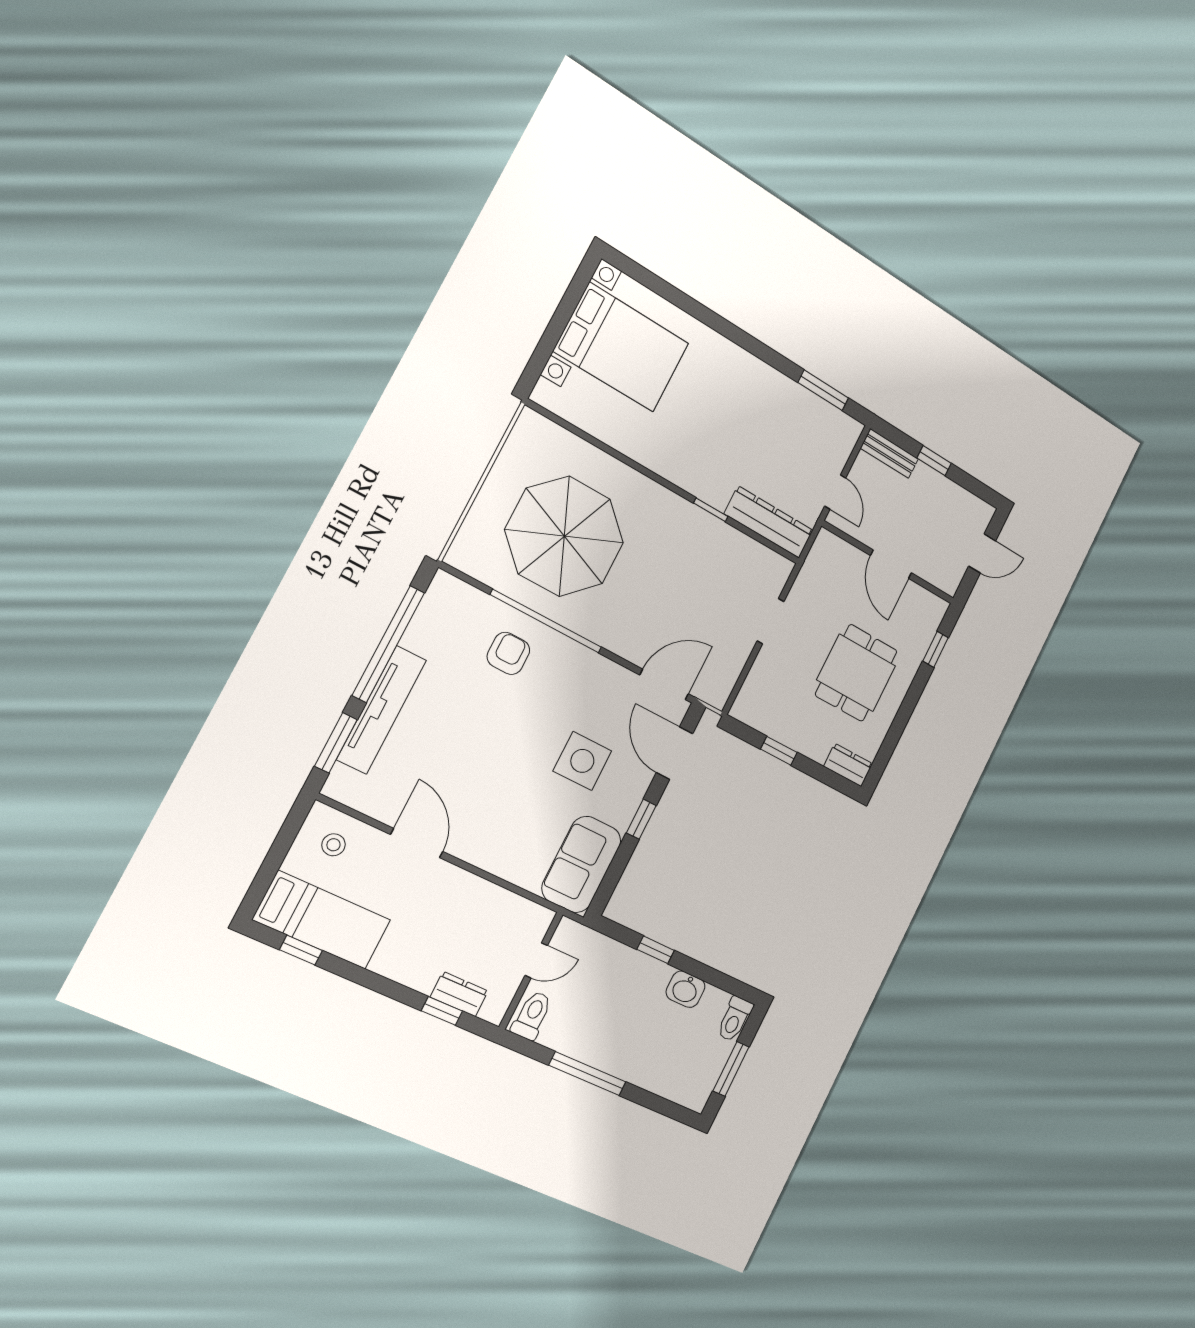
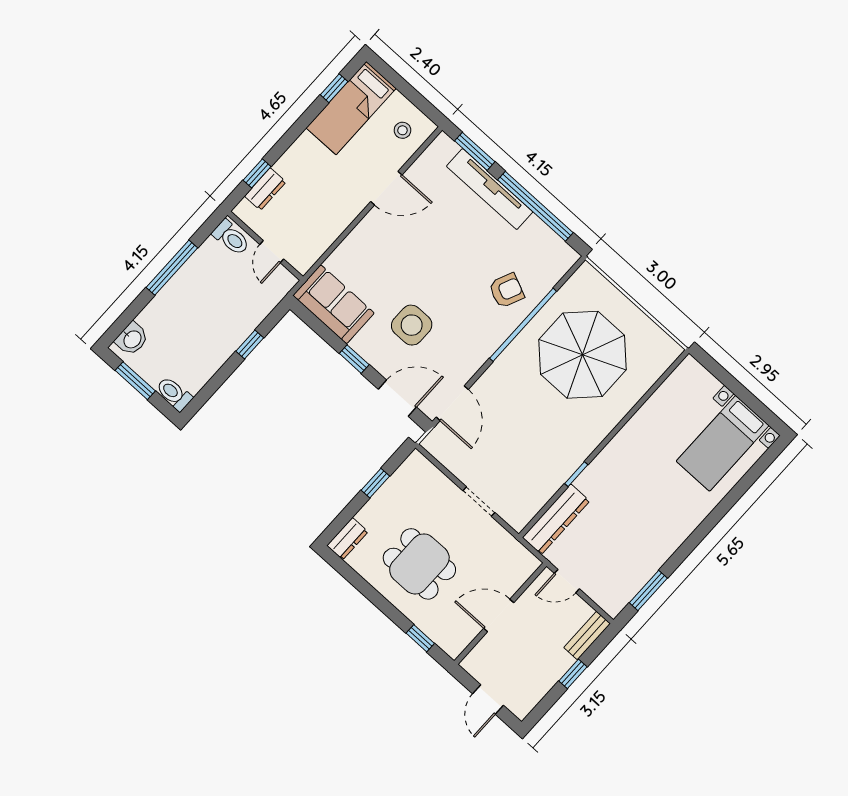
bed with nightstands: (621, 347) -> (723, 443), width x0.73
armchair: (508, 653) -> (507, 291), turned -66
washbasin: (685, 989) -> (132, 339), moved, turned 180

